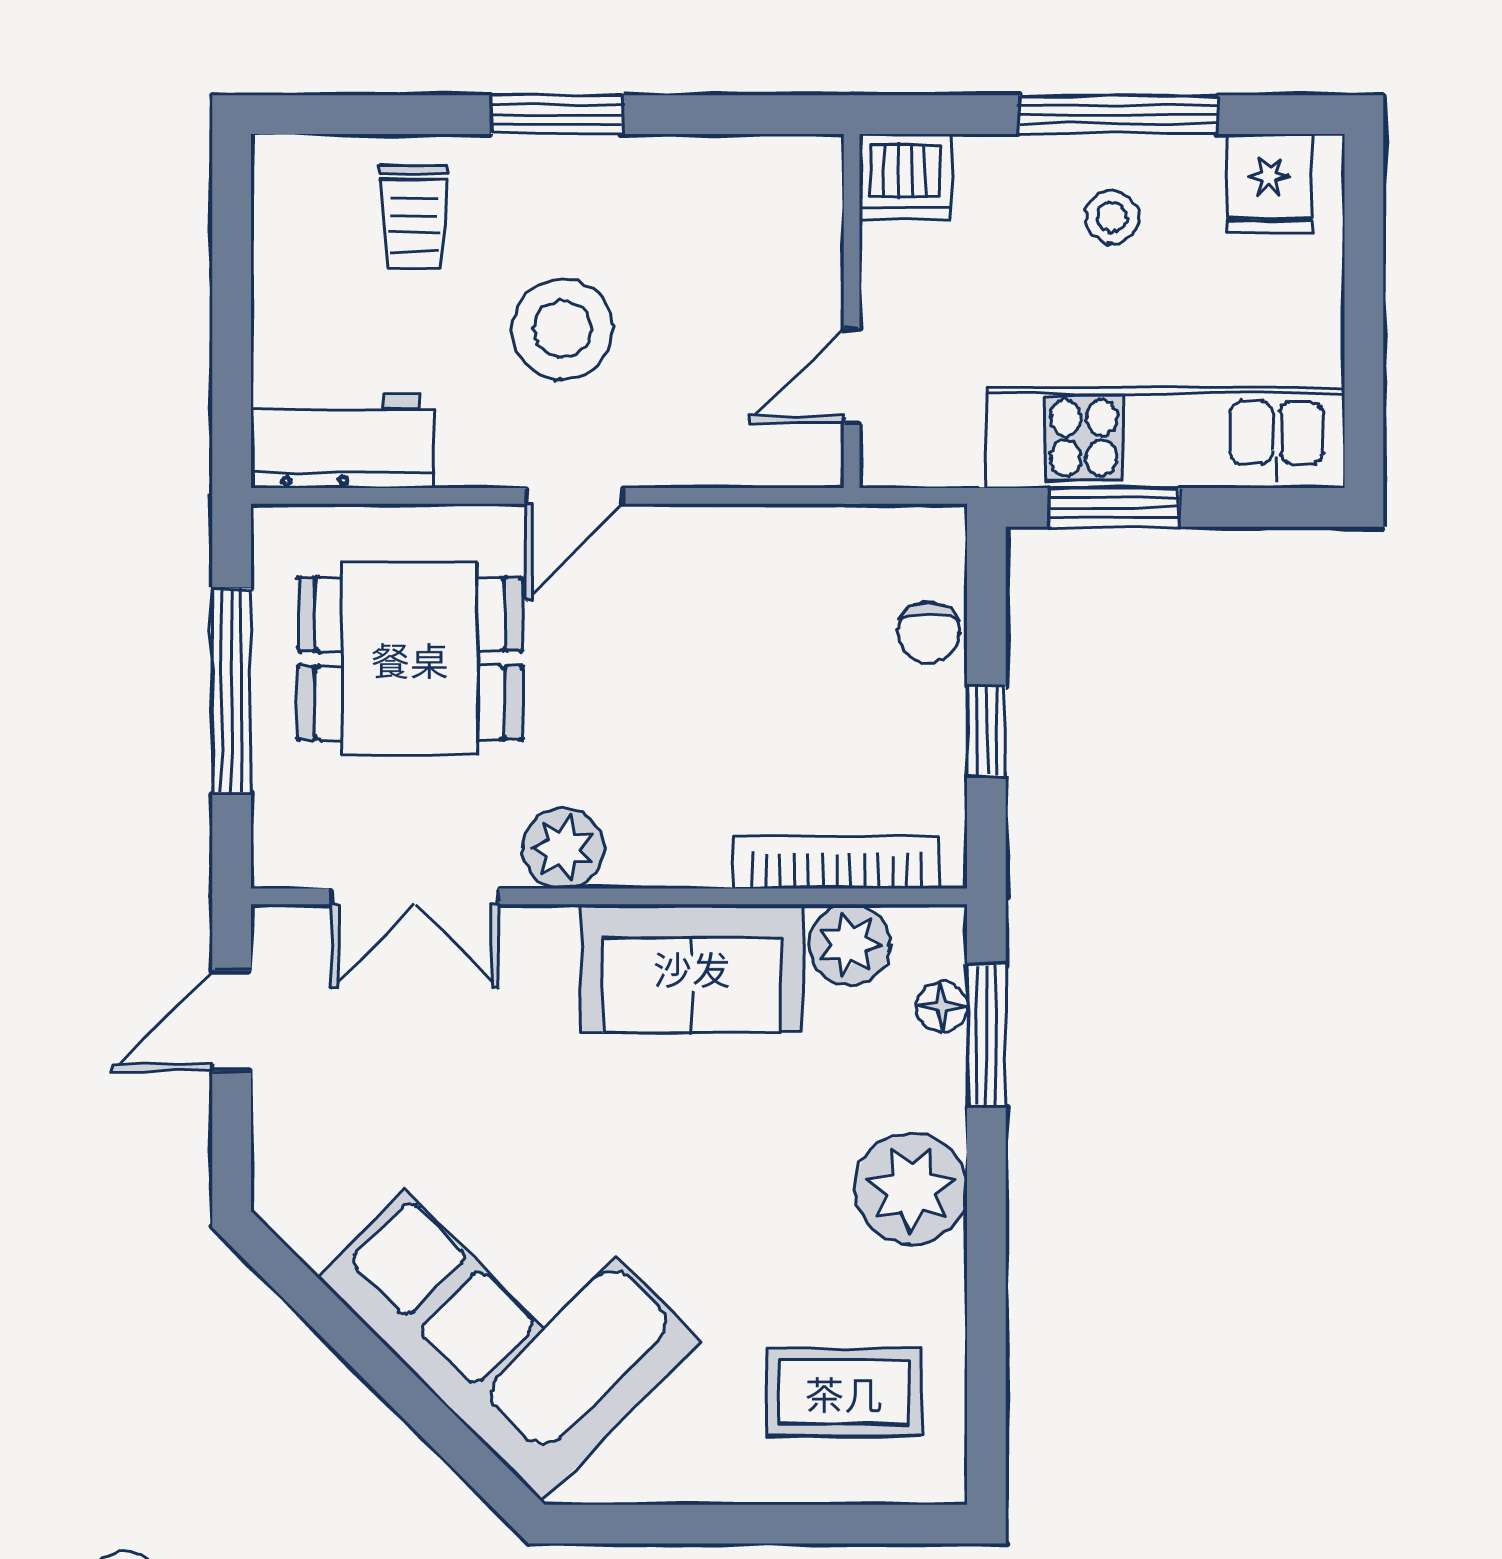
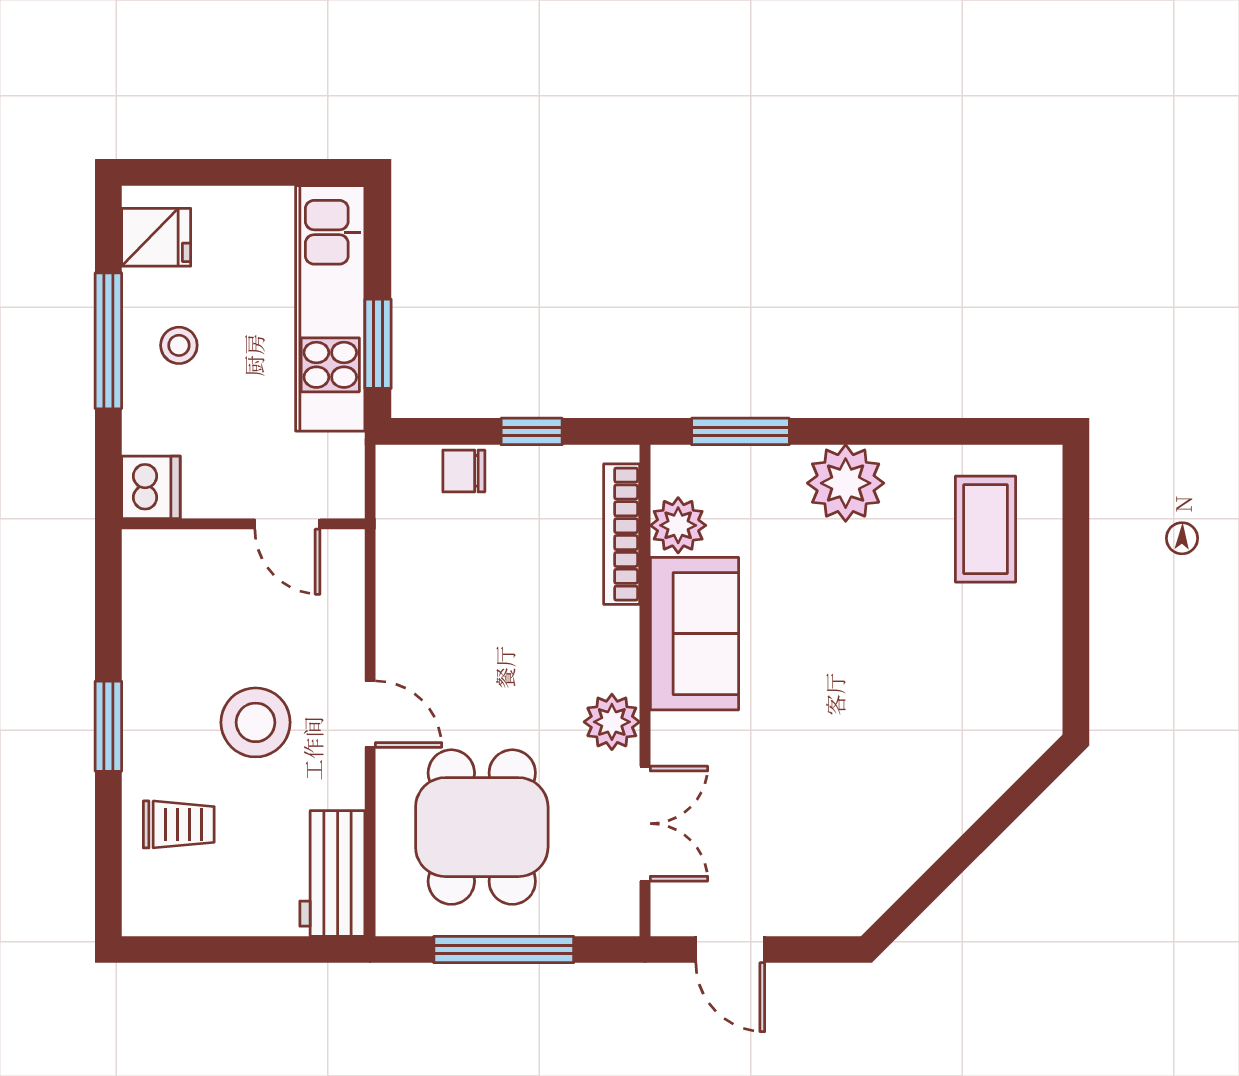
chair: (929, 632) -> (464, 471), turned 180
floor lamp: (942, 1007) -> (721, 462), removed
corner sofa: (509, 1310) -> (929, 759), removed

